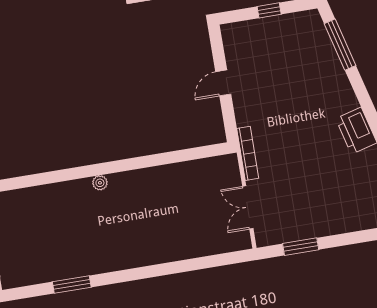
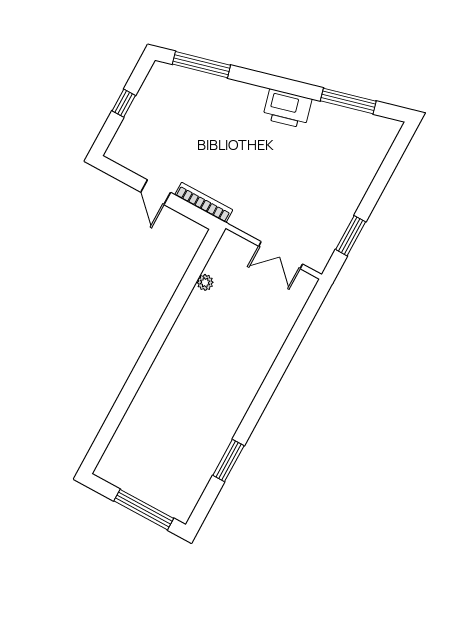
bookcase: (248, 153) -> (204, 202), moved
plant: (100, 183) -> (205, 282), moved

